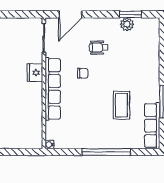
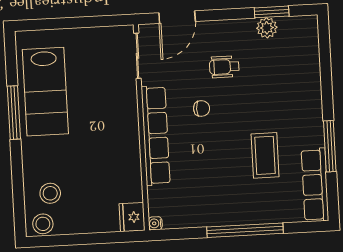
fridge: (35, 73) -> (132, 217), moved

